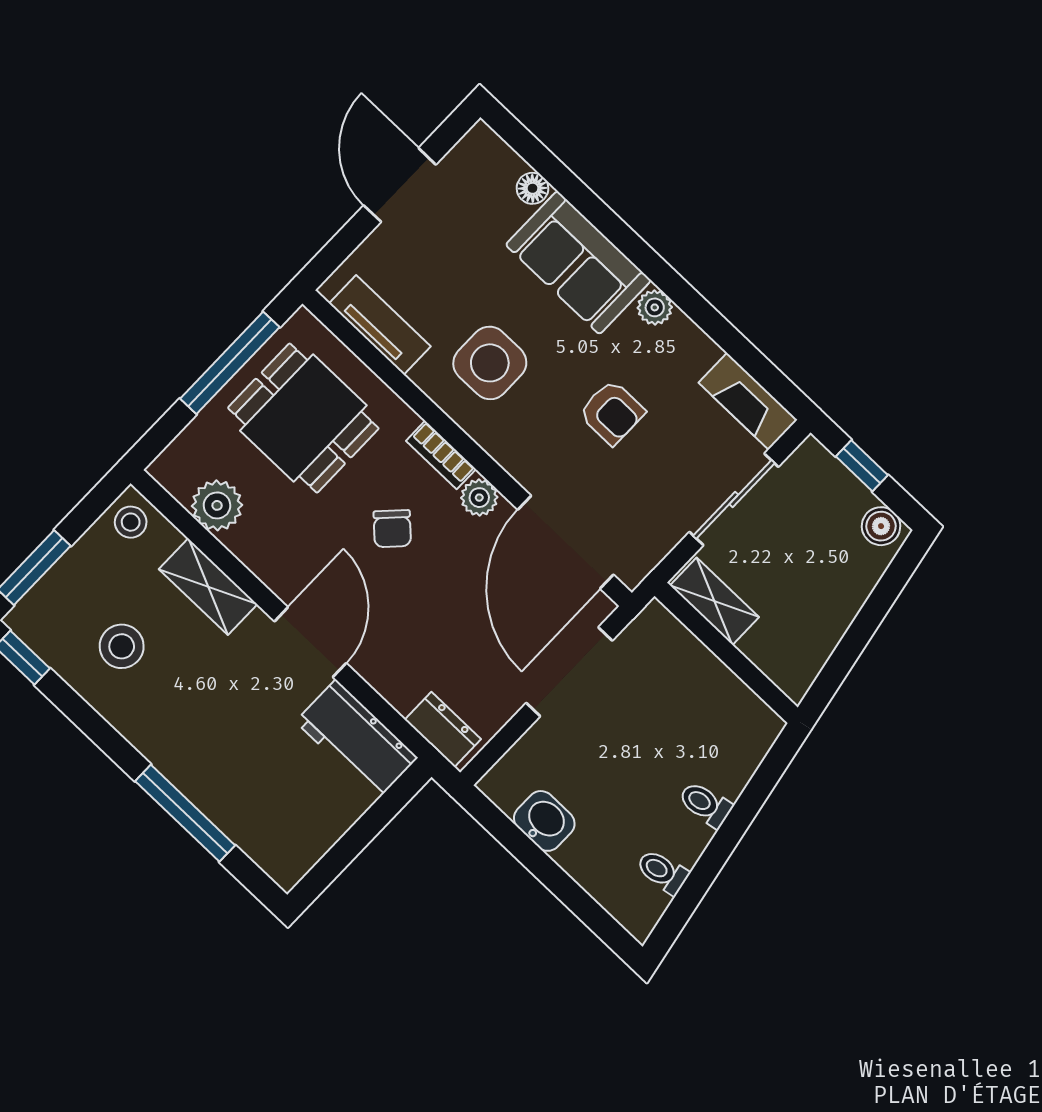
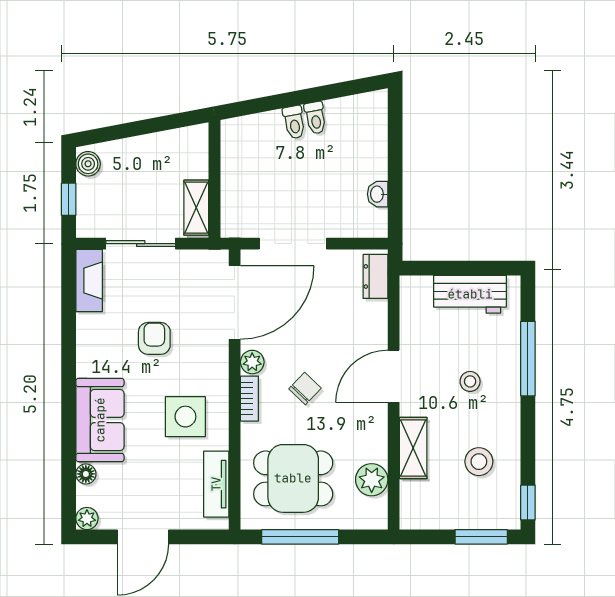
plant: (655, 307) -> (87, 518), moved
dining table: (303, 418) -> (293, 478), turned 90
stool: (131, 522) -> (470, 381), moved
workbench: (357, 740) -> (470, 294), moved, turned 90
washbasin: (544, 821) -> (378, 194), width x0.72, depth x0.69
toilet: (662, 872) -> (315, 118), moved

